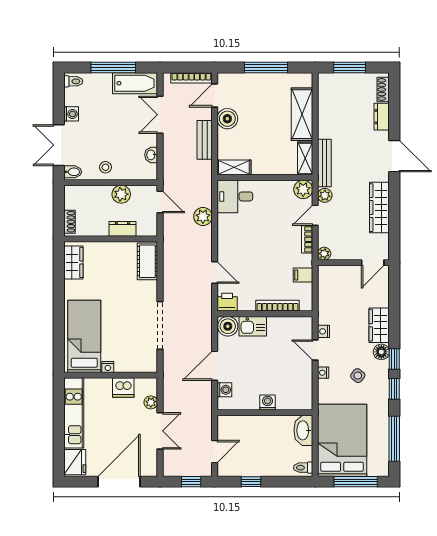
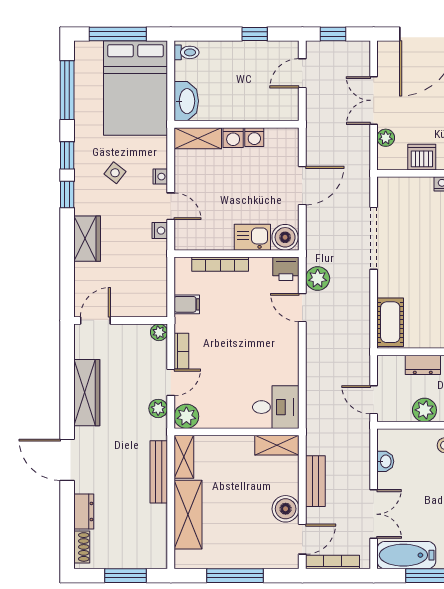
bench: (324, 163) -> (159, 472), moved
plant: (203, 216) -> (318, 278), moved
floor lamp: (381, 352) -> (84, 204), removed
washing machine: (224, 390) -> (254, 137), moved, turned -90
shelving: (295, 402) -> (198, 138), added

